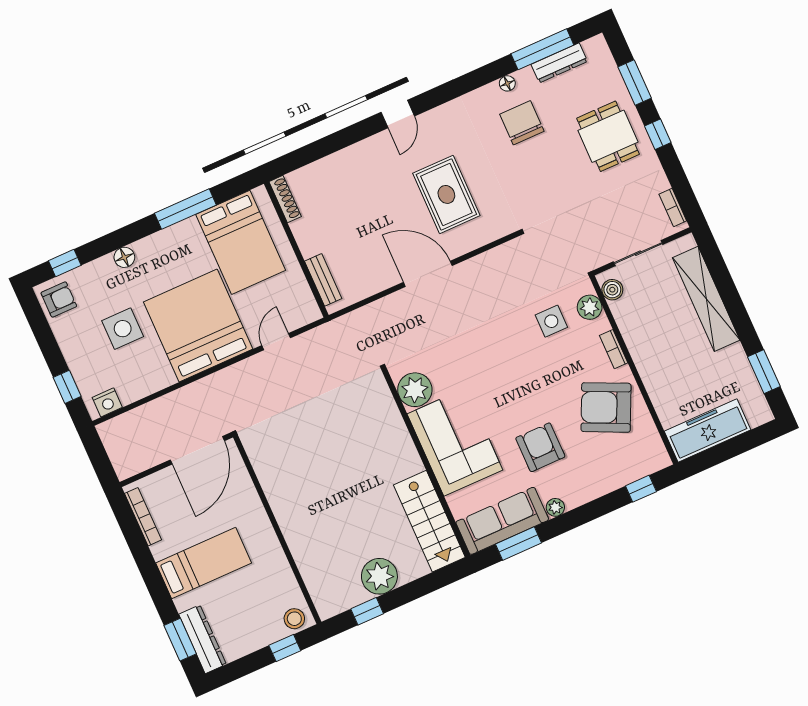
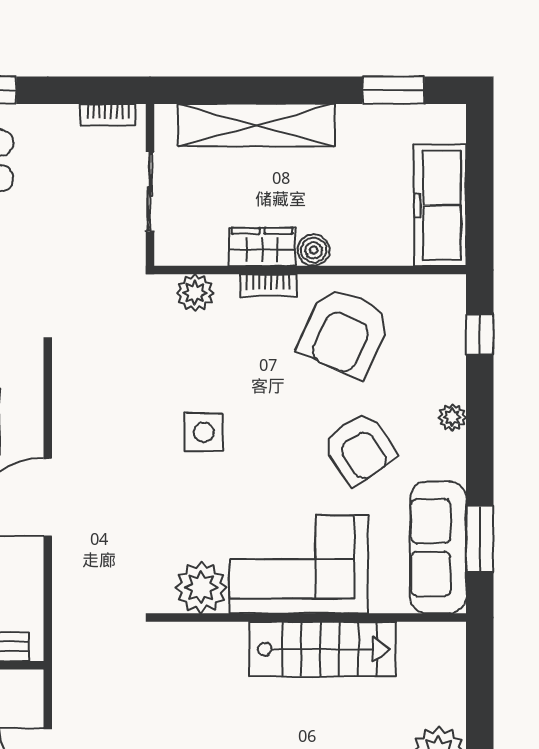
boiler: (612, 290) -> (314, 250), moved
side table: (551, 321) -> (204, 432), moved
wardrobe: (635, 335) -> (262, 247), added
armchair: (540, 447) -> (359, 449), turned -124
plant: (555, 507) -> (452, 417), moved
stairs: (429, 521) -> (323, 649), moved

